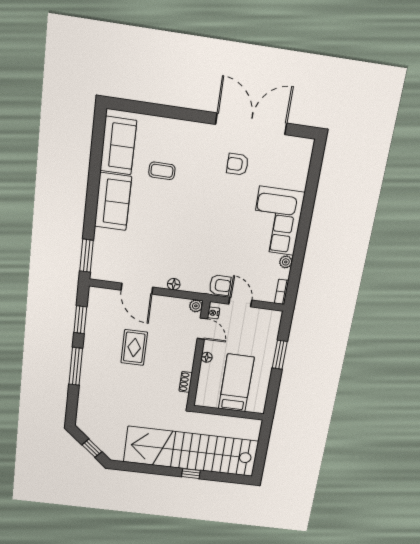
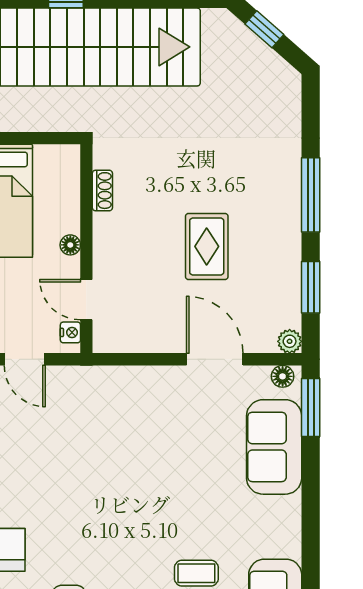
sofa: (113, 202) -> (274, 447), moved
floor lamp: (174, 284) -> (283, 376), moved
armchair: (220, 285) -> (66, 386), removed
plant: (196, 306) -> (290, 341), moved

